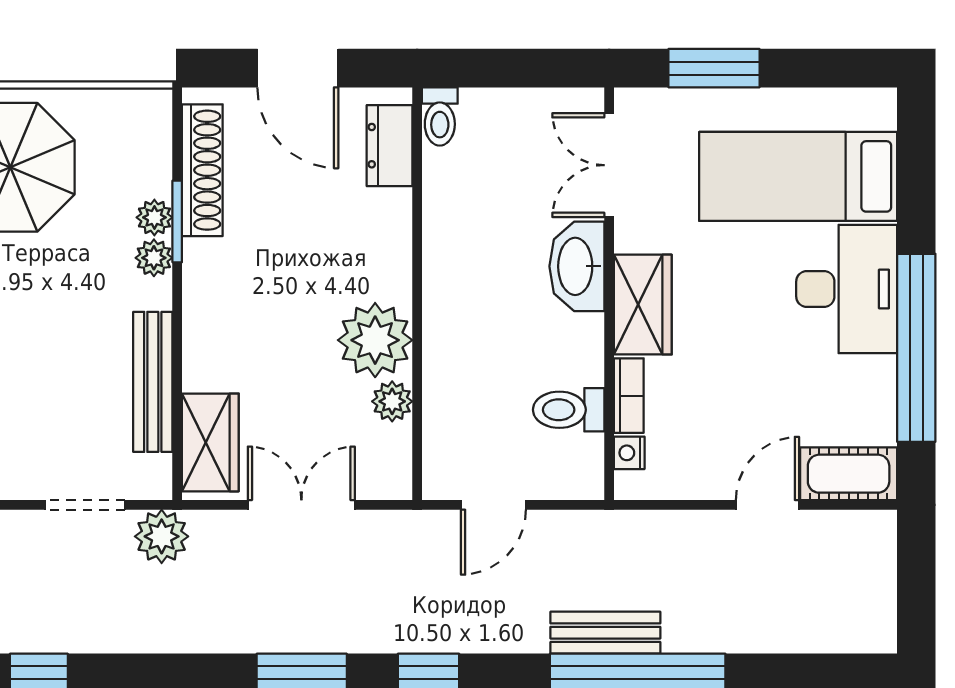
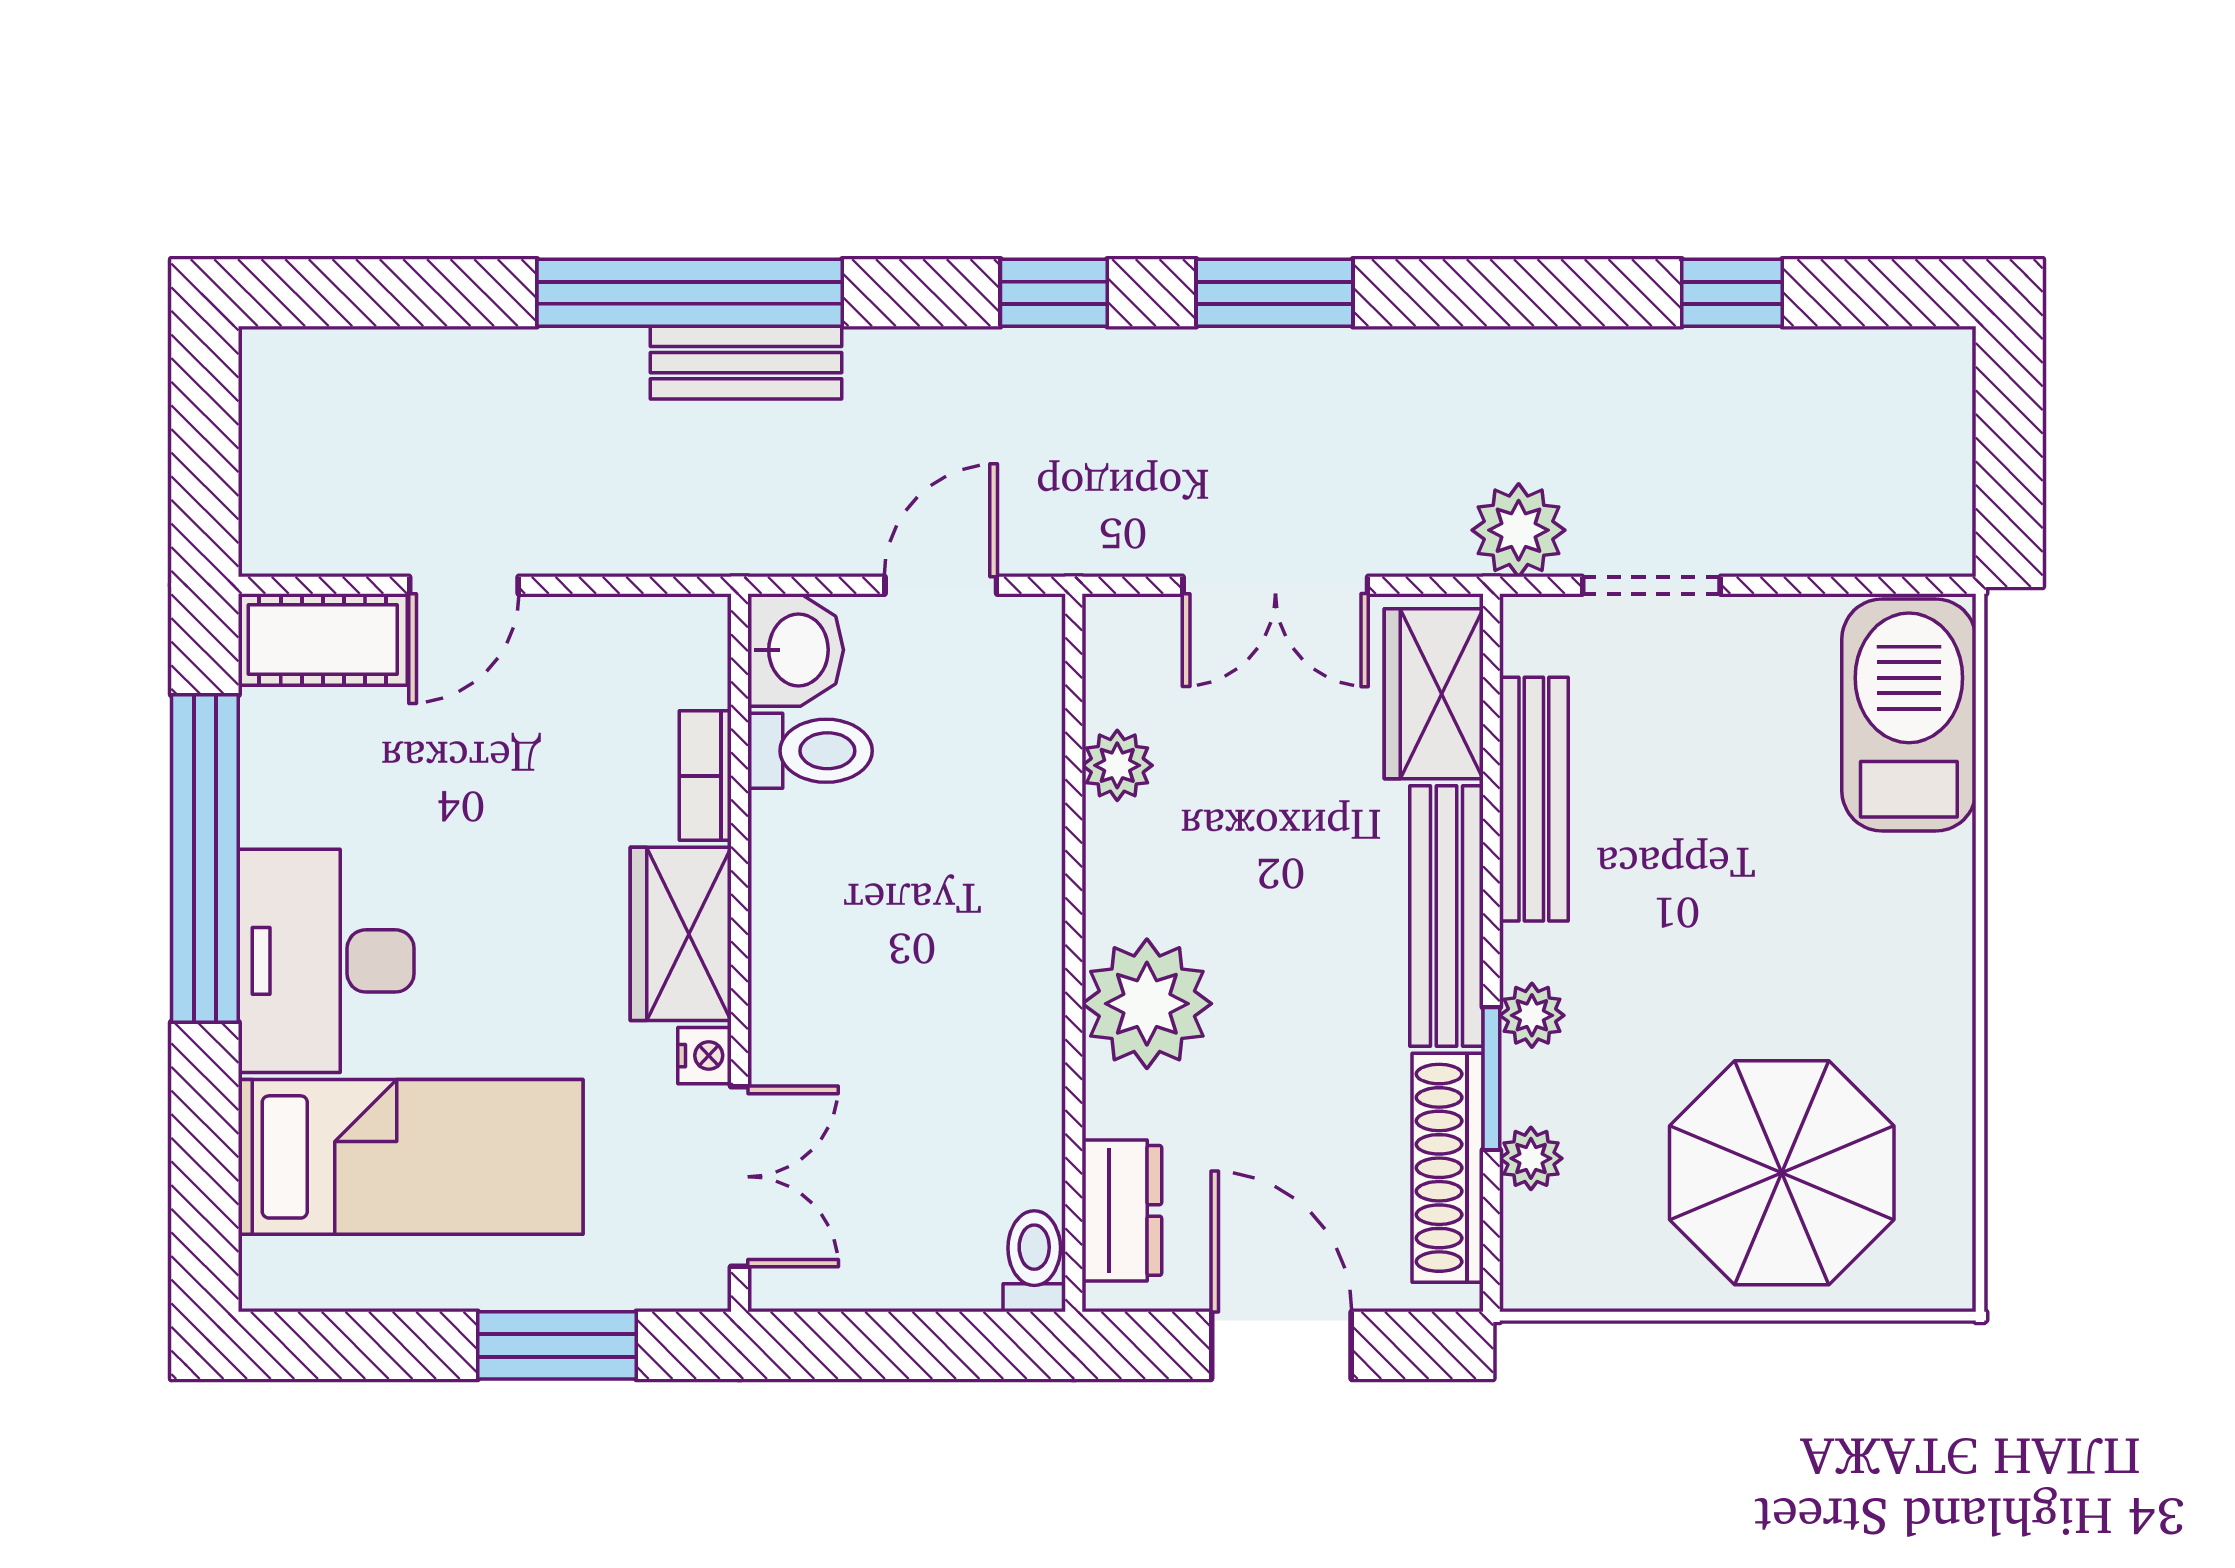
plant: (154, 217) -> (1531, 1158), moved
washbasin: (577, 266) -> (796, 650), moved, width x0.72
bench: (203, 315) -> (1446, 916), added
plant: (375, 340) -> (1147, 1004), moved
nightstand: (629, 453) -> (704, 1056), moved

